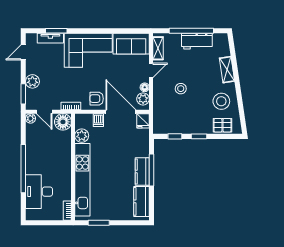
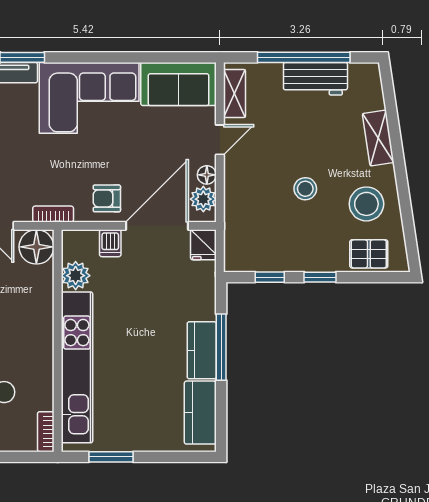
stool: (181, 89) -> (305, 189), moved
door: (121, 112) -> (157, 226), hinge flipped

